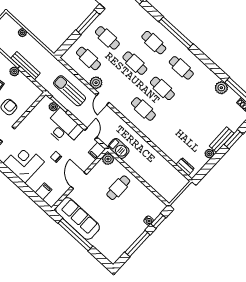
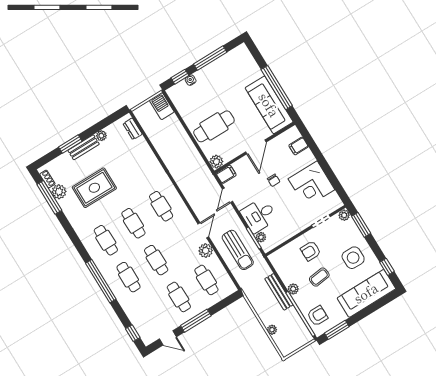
plant: (221, 88) -> (59, 192), moved
rug: (203, 109) -> (94, 188), added
desk: (63, 128) -> (259, 215), width x0.73
barbecue: (119, 148) -> (162, 106), moved
cafe table: (118, 188) -> (214, 126), width x1.37, depth x1.35

